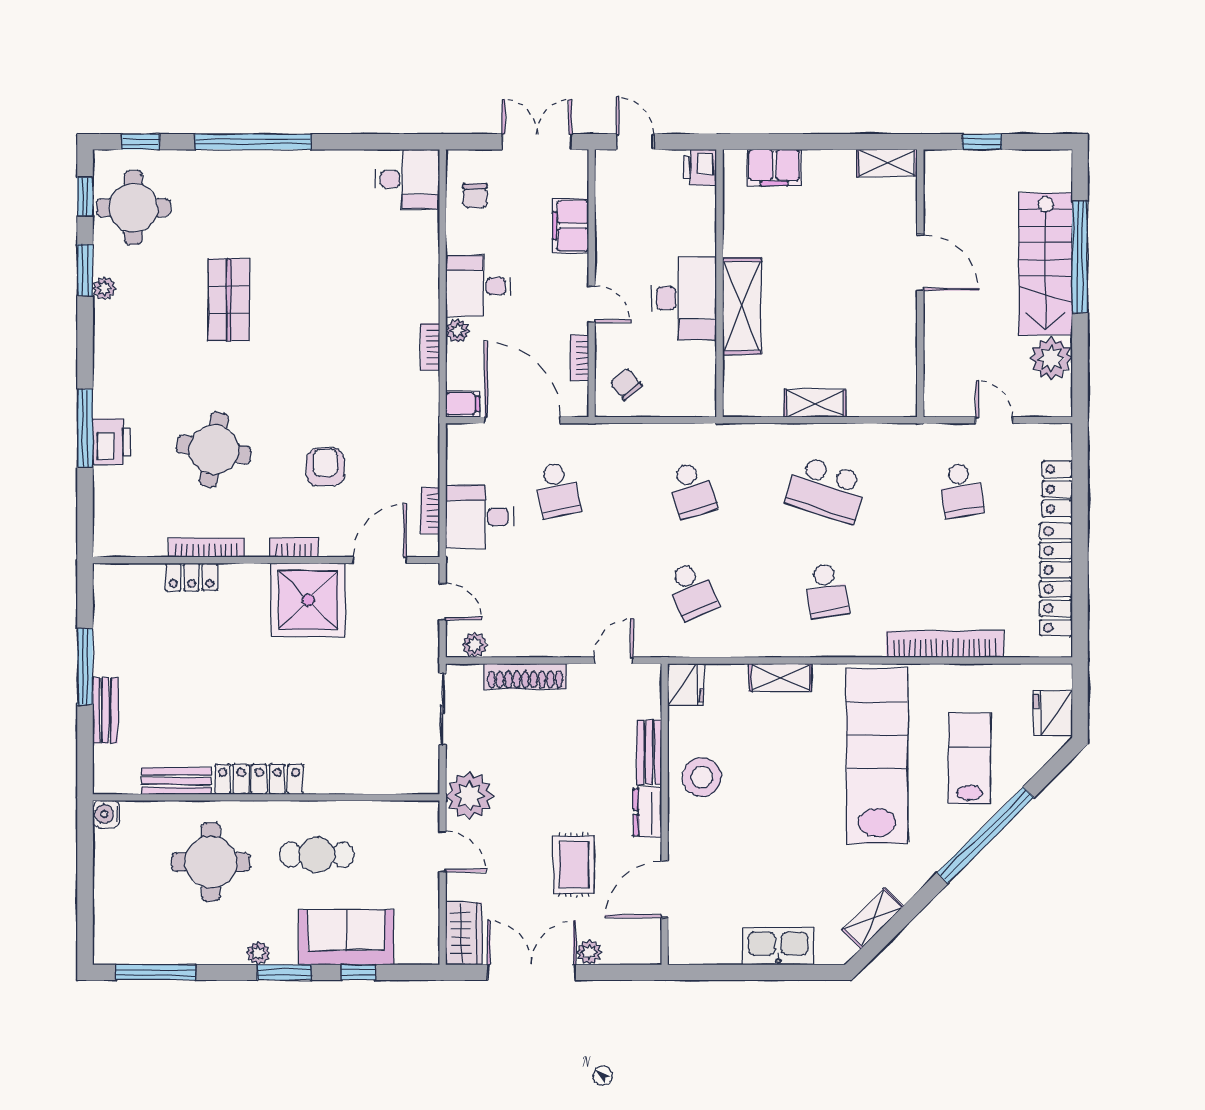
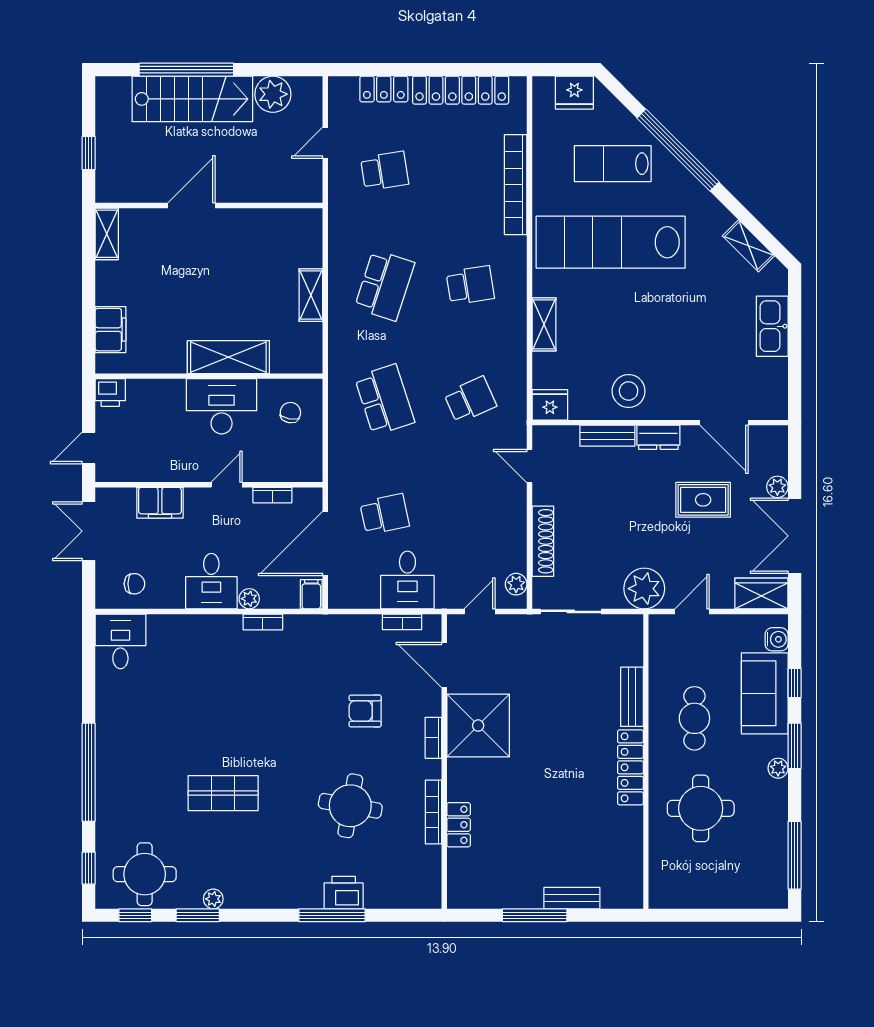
chair: (626, 384) -> (290, 413), moved, turned 142
school desk: (692, 490) -> (385, 400), width x1.85
bench: (176, 781) -> (632, 697), moved
water cooler: (106, 814) -> (777, 639), moved, turned -90

